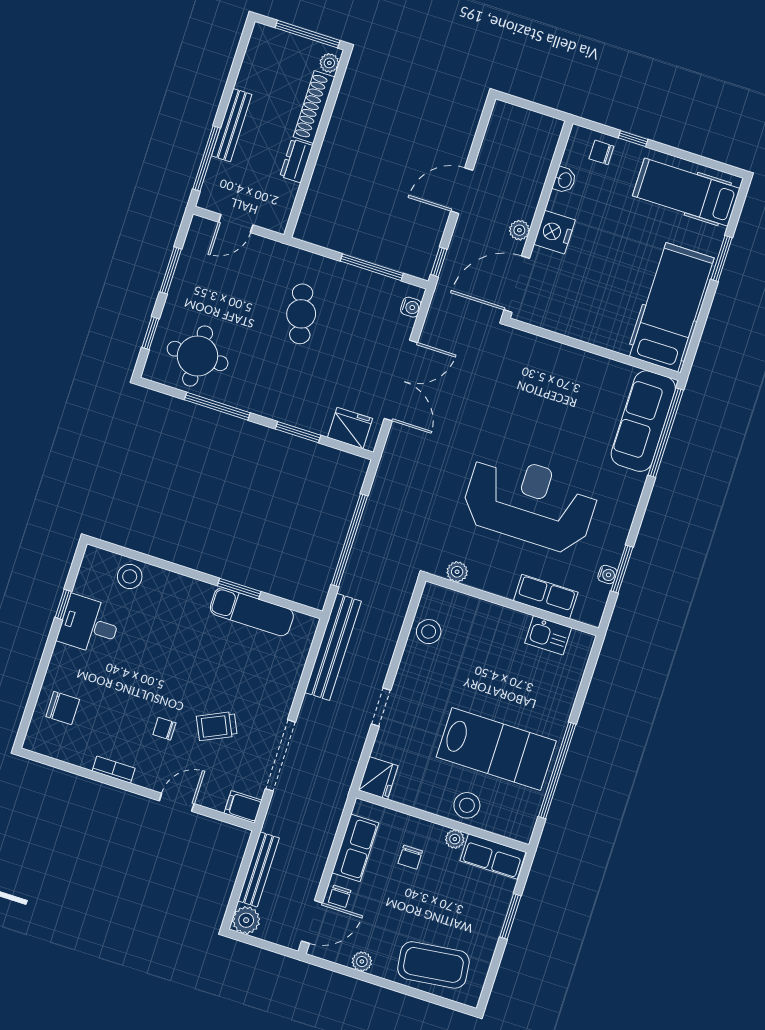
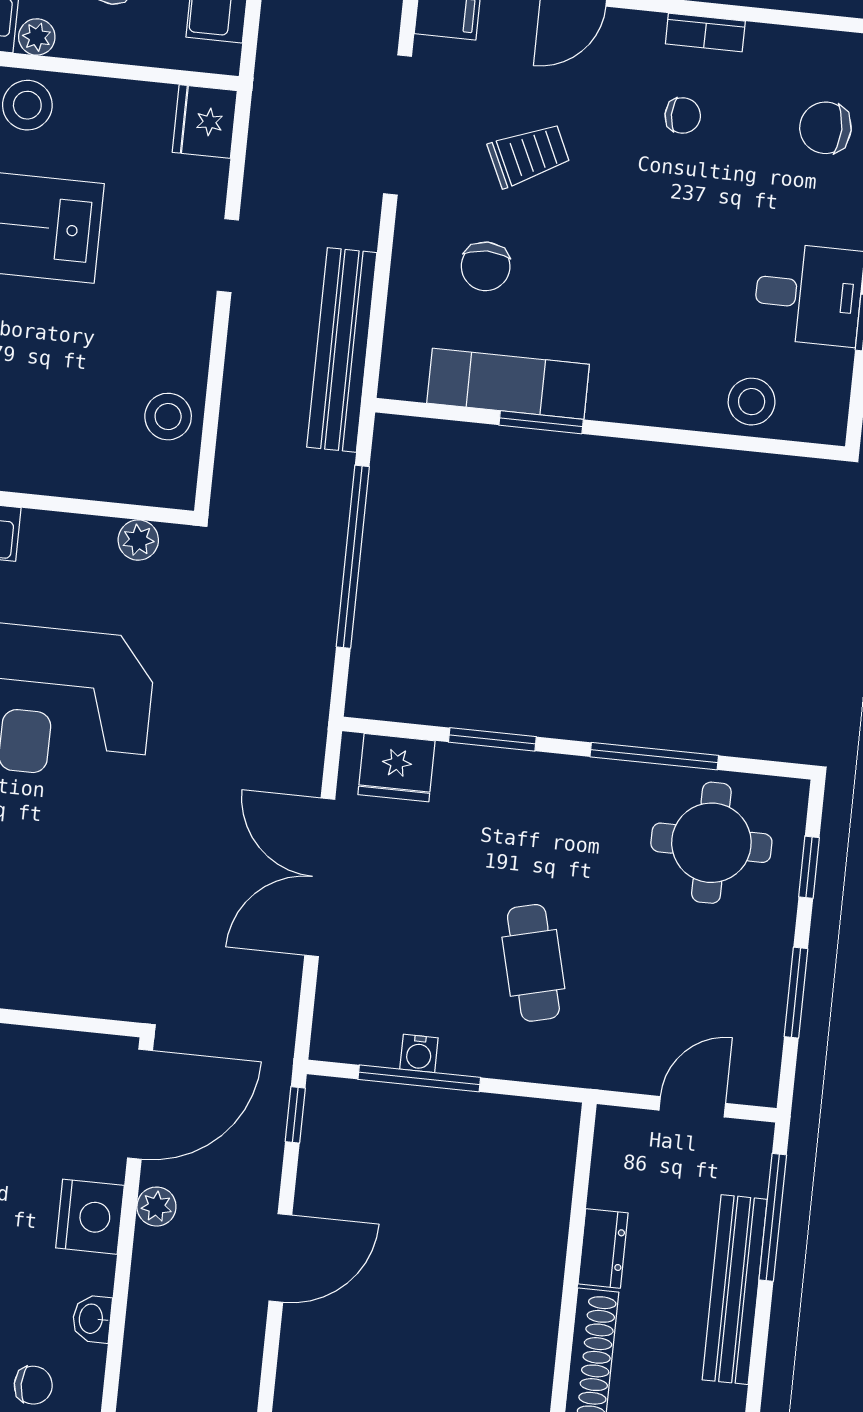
bench: (232, 125) -> (735, 1290), width x1.37, depth x1.21
water cooler: (411, 307) -> (419, 1053), moved, turned -90
chair: (251, 674) -> (486, 266), added
chair: (164, 729) -> (683, 115), moved

